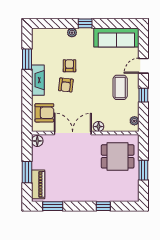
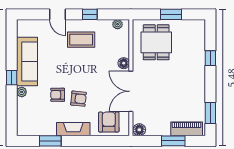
sofa: (116, 38) -> (27, 61), moved

